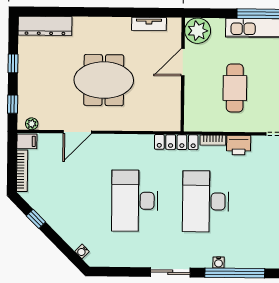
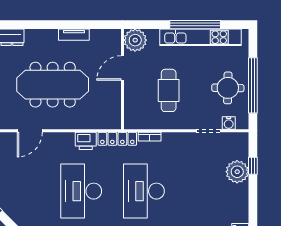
tv unit: (149, 24) -> (74, 35), moved
meeting table: (104, 80) -> (53, 85), width x1.36
printer: (239, 145) -> (86, 141), moved

